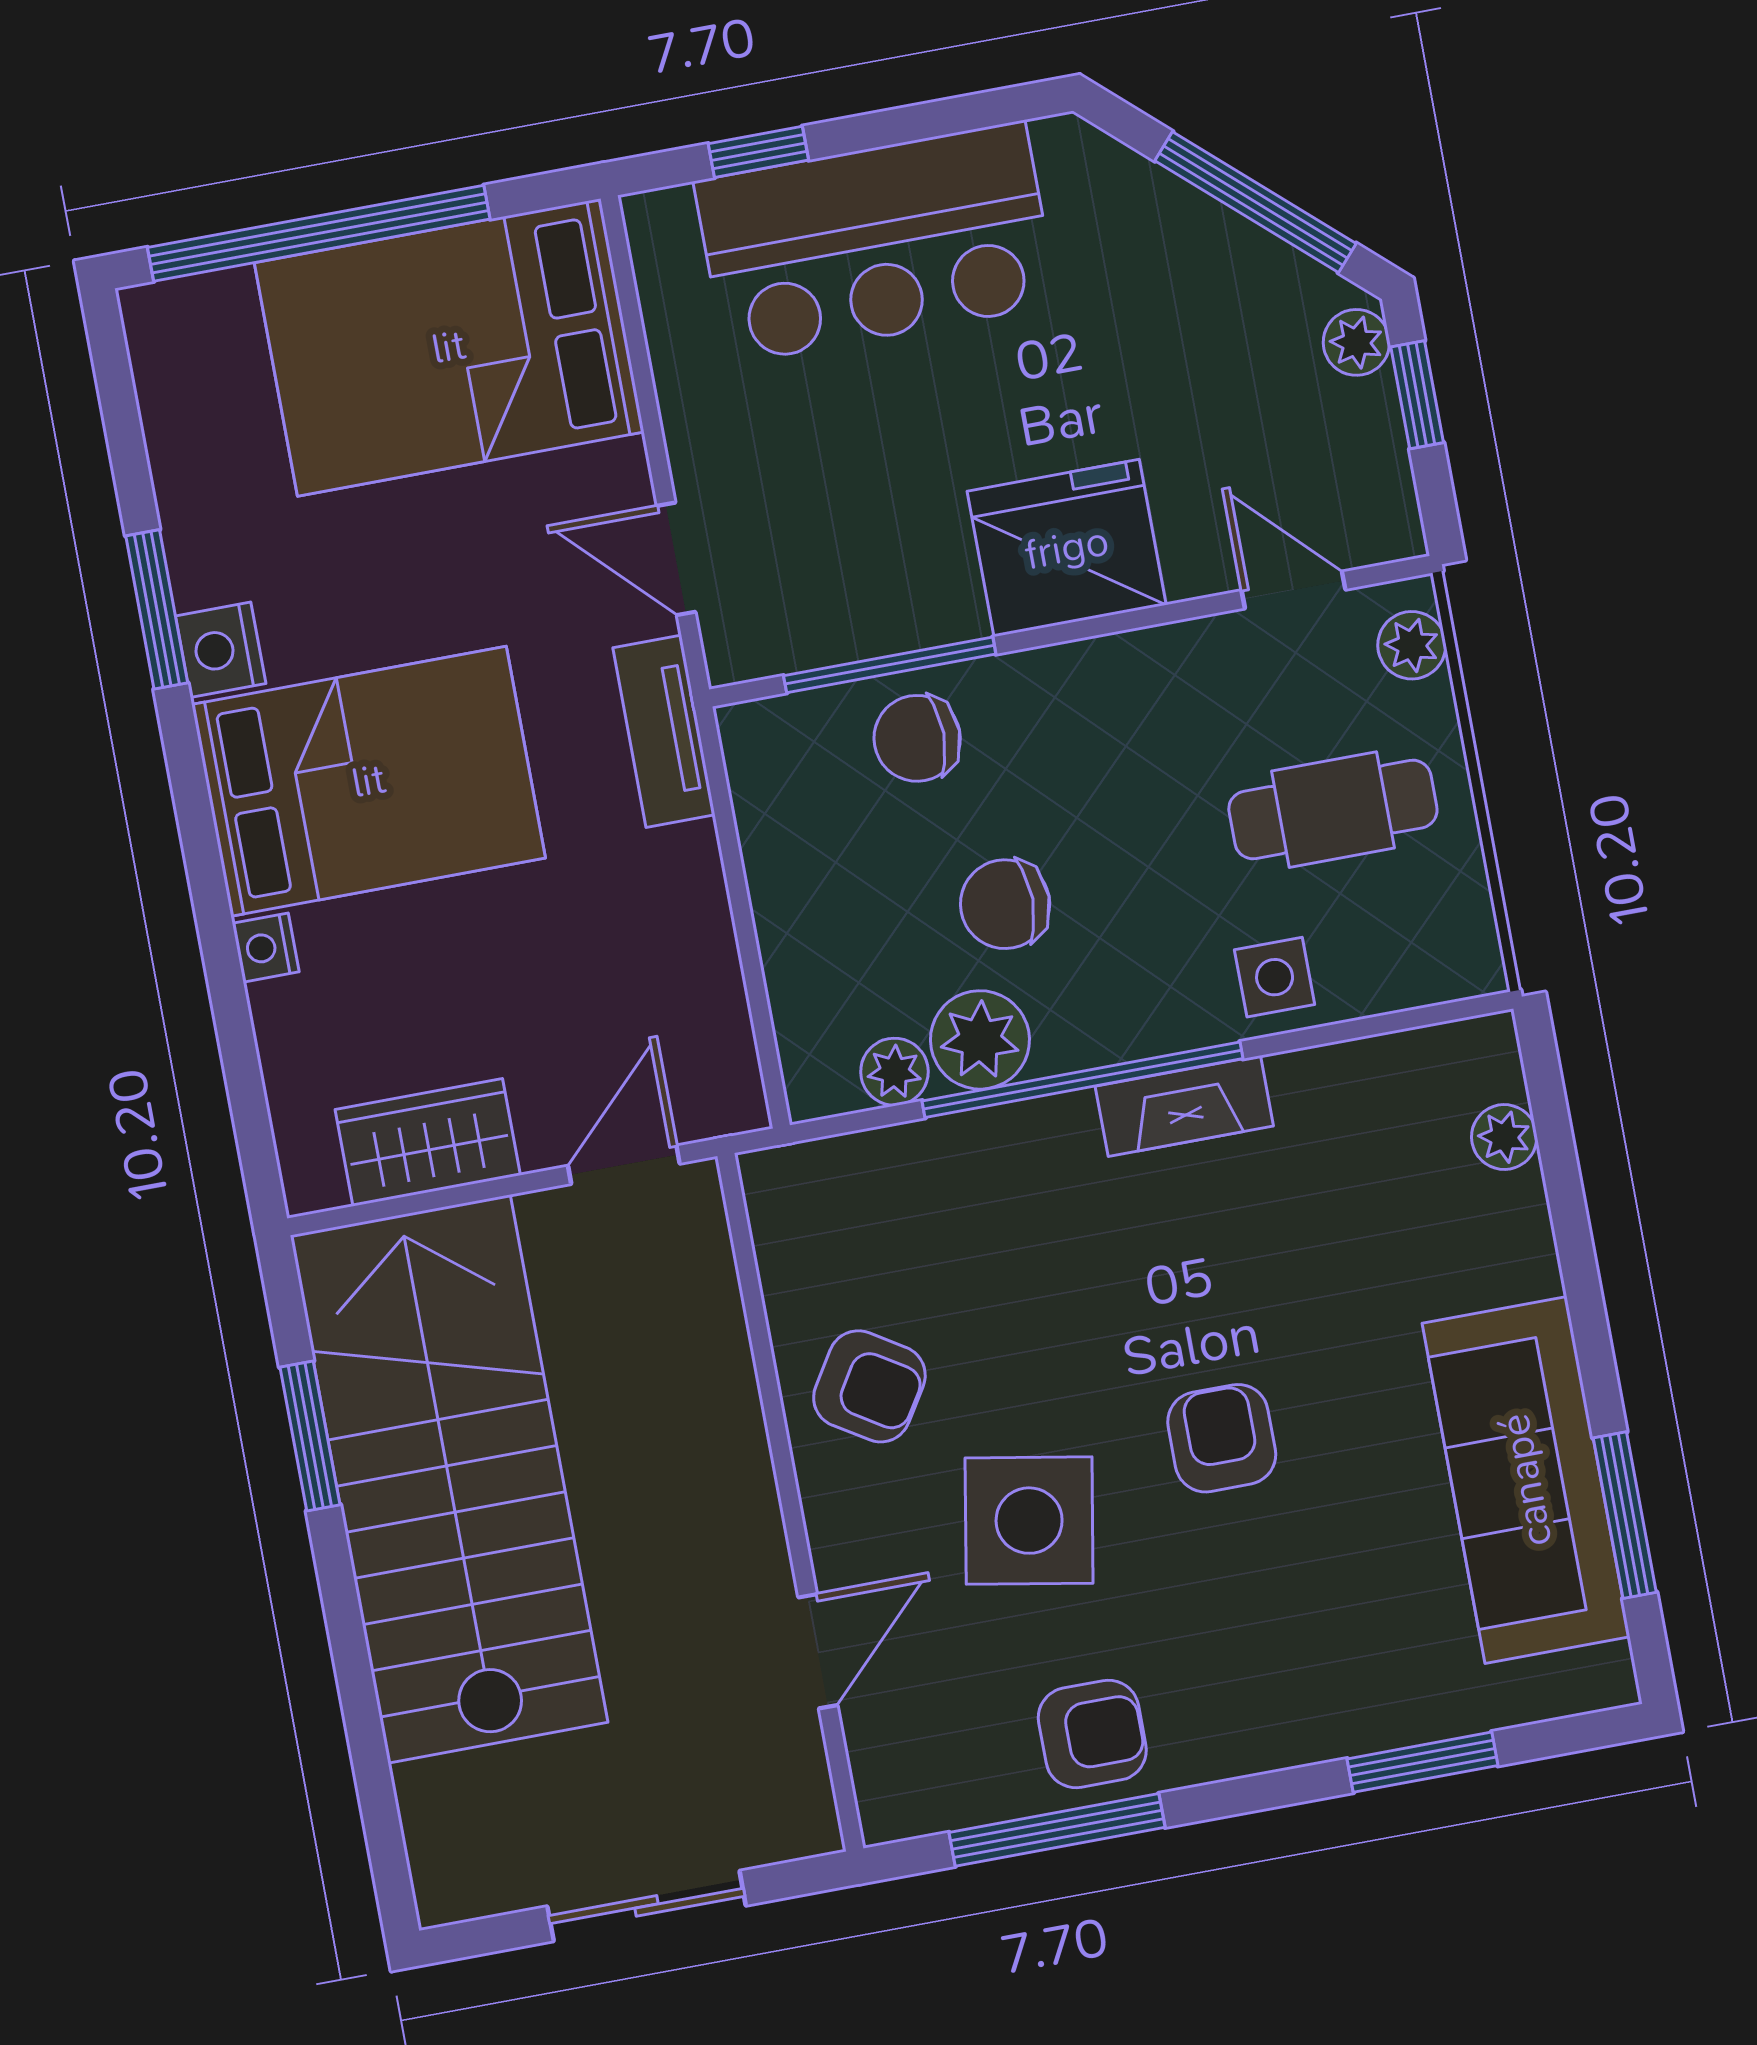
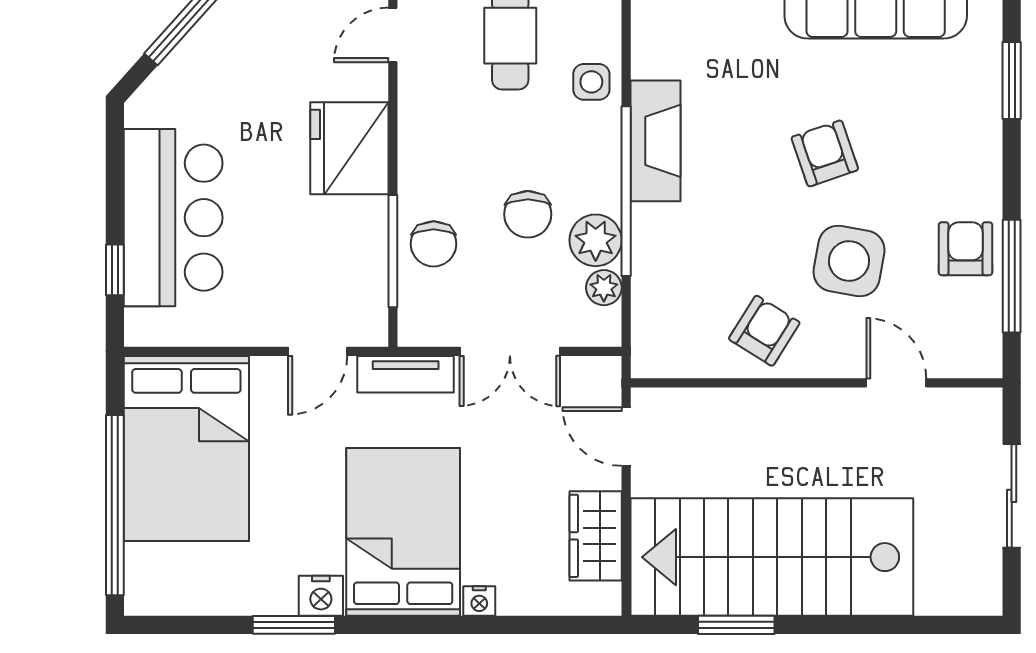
double door: (743, 918) -> (510, 351), added
fireplace: (1184, 1106) -> (655, 141), width x1.37, depth x1.32
armchair: (1222, 1438) -> (825, 153), turned 71

